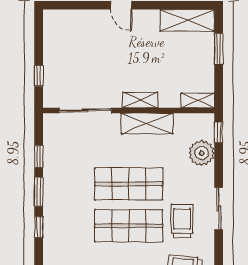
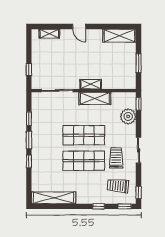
window: (219, 49) -> (139, 63), moved
shelving: (198, 100) -> (49, 34), moved

